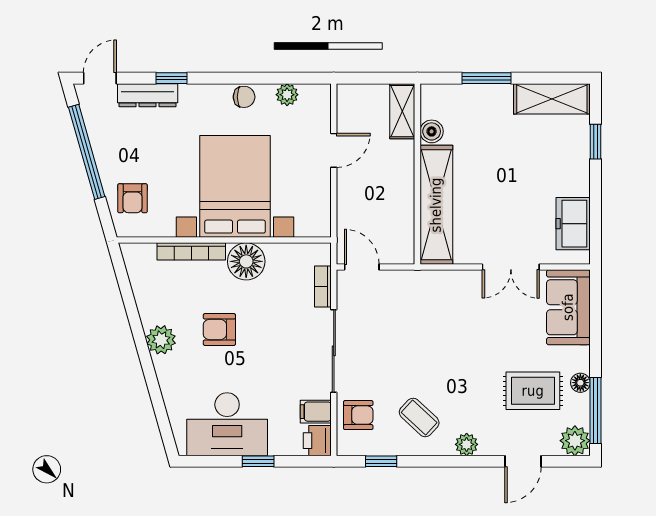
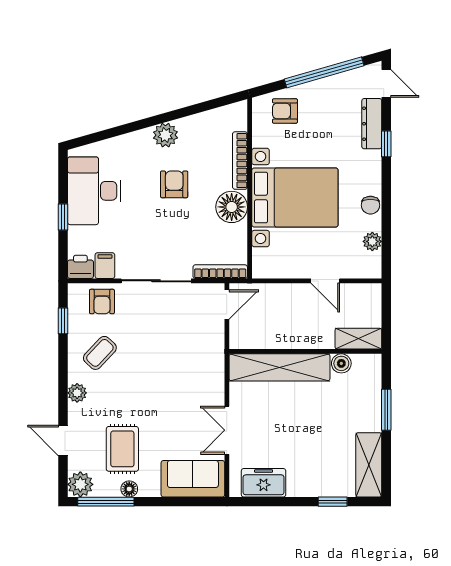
bookcase: (323, 287) -> (220, 272), width x1.56

